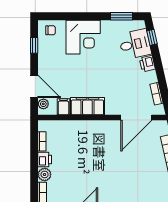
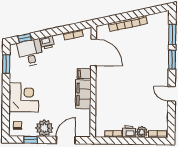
plant: (43, 104) -> (44, 128), moved, width x1.88, depth x1.88
filing cabinet: (63, 107) -> (84, 74), moved

